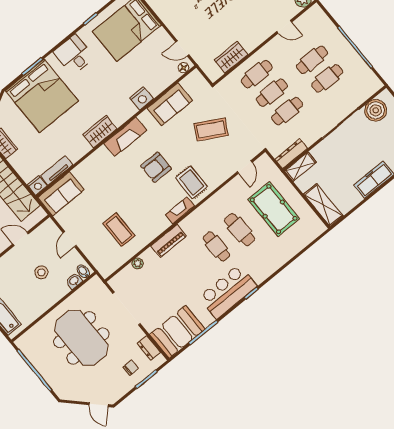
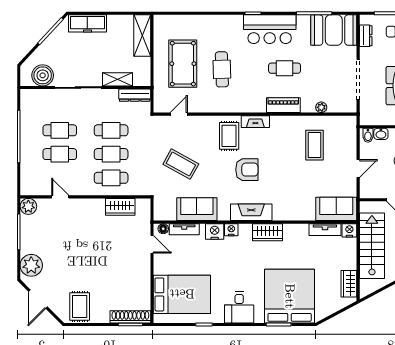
tv unit: (167, 81) -> (184, 229), added
nightstand: (130, 110) -> (231, 230), added
shelving: (300, 167) -> (117, 79), moved
cafe table: (216, 246) -> (285, 68), moved, turned 90

